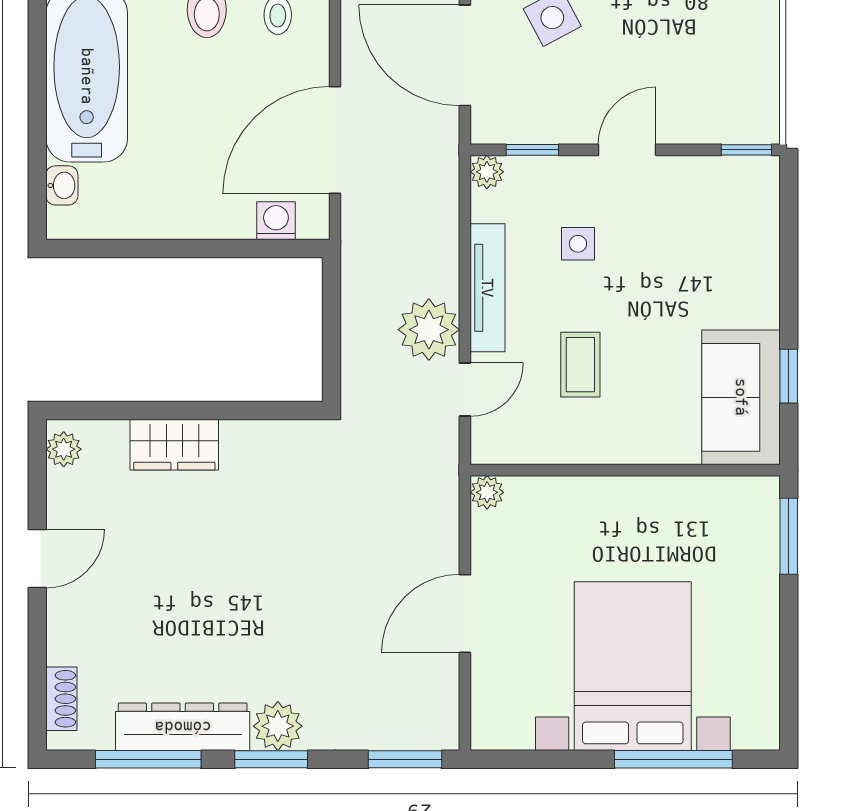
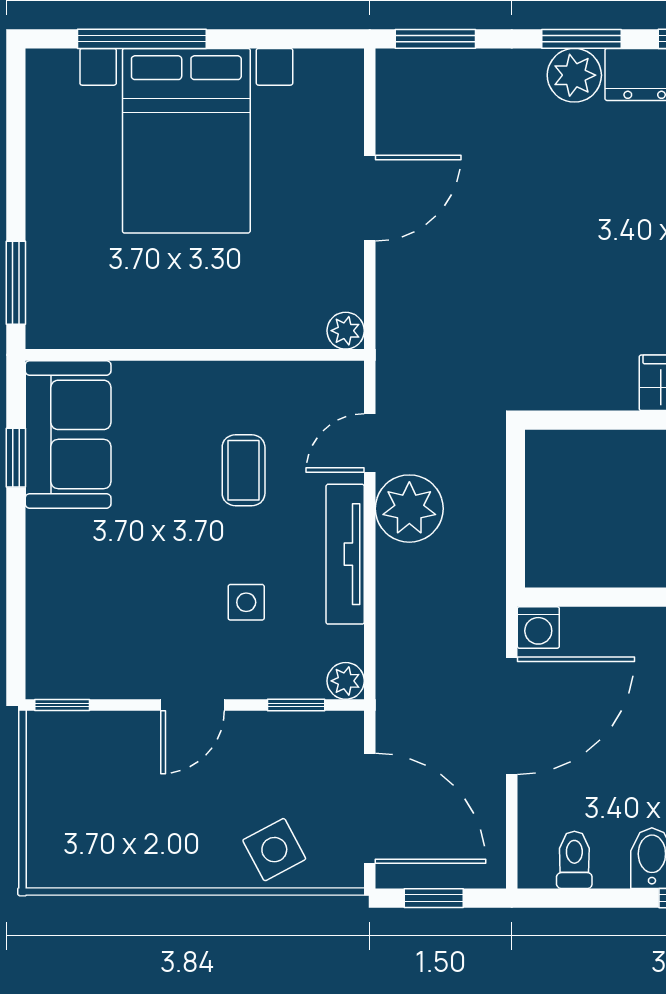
washing machine: (276, 221) -> (538, 627), moved

